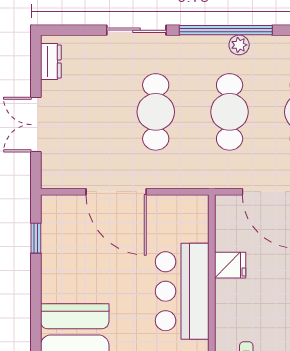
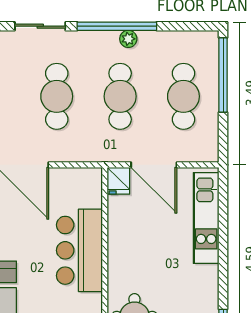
fridge: (230, 265) -> (118, 181), moved, turned 90

